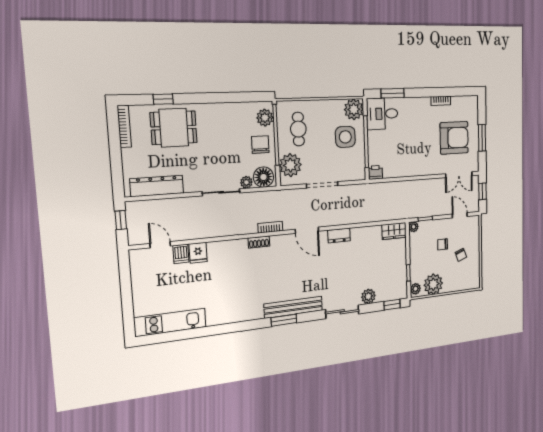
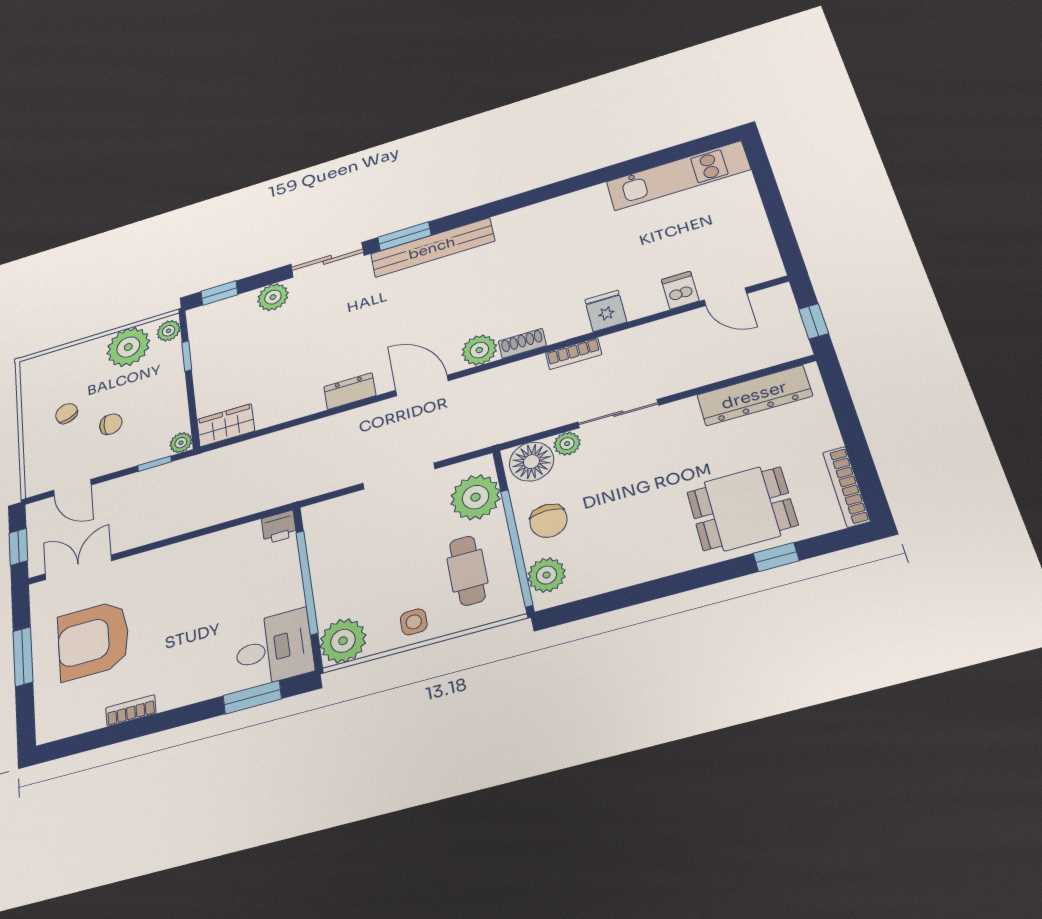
side table: (345, 137) -> (414, 622), moved, width x0.54, depth x0.54
bookcase: (270, 227) -> (574, 354), moved
plant: (279, 243) -> (479, 350), added
fridge: (198, 253) -> (606, 311), moved
window: (284, 320) -> (404, 236), moved

